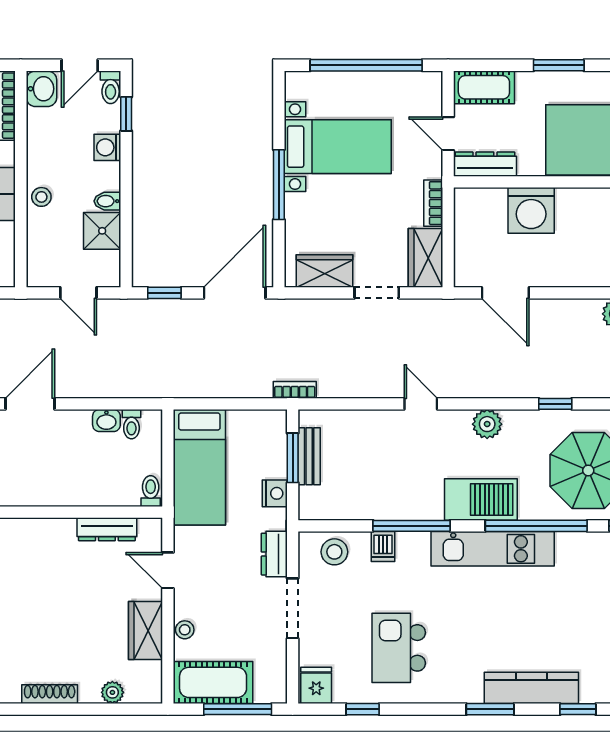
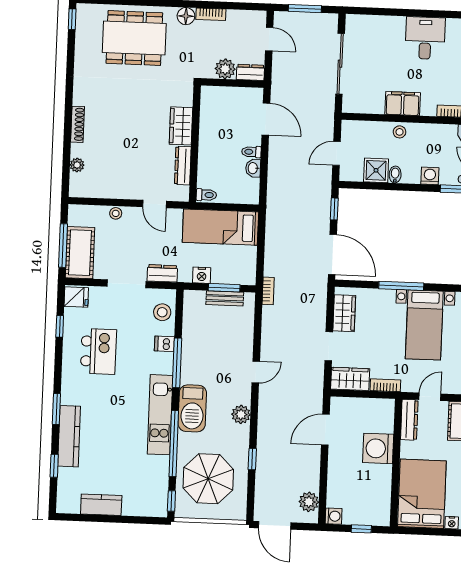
toilet: (131, 424) -> (251, 152), moved
door: (168, 570) -> (155, 204), swing flipped
wardrobe: (145, 630) -> (181, 126), moved, turned -90
kitchen island: (399, 648) -> (98, 351), turned 90
cot: (213, 682) -> (80, 253), moved

